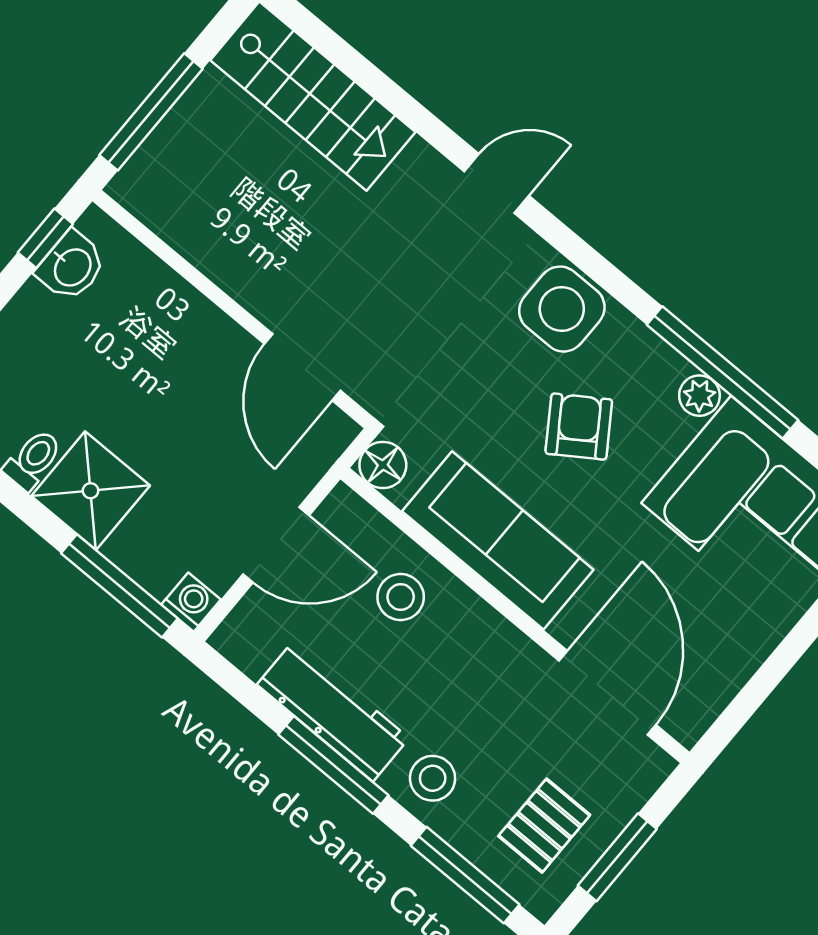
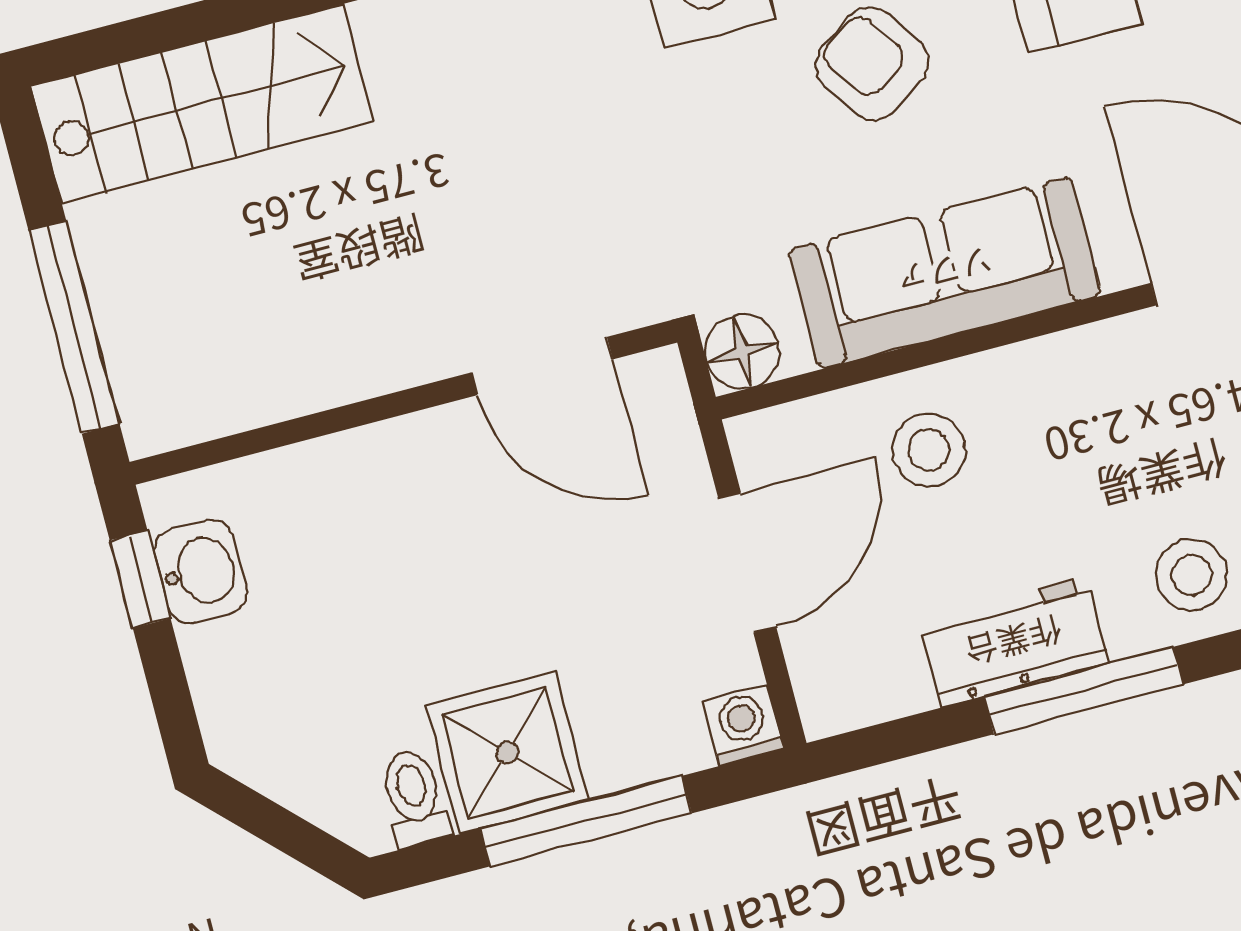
window: (119, 586) -> (586, 821), moved
workbench: (333, 711) -> (1014, 642), width x0.73

